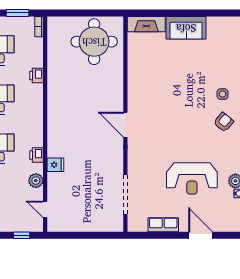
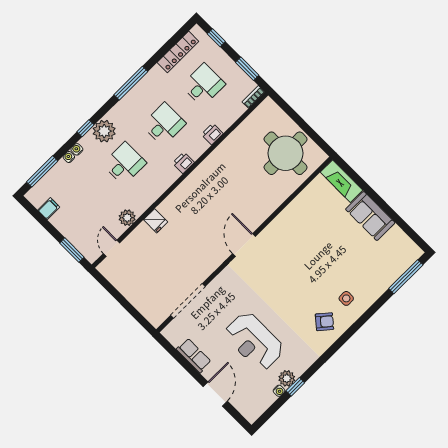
printer: (36, 155) -> (183, 163), moved
window: (22, 235) -> (72, 250), width x1.50

